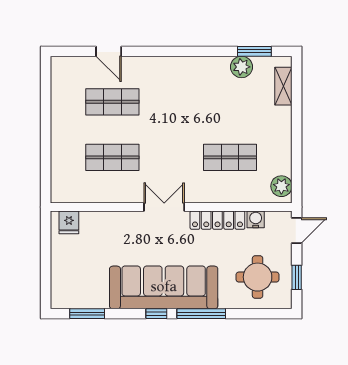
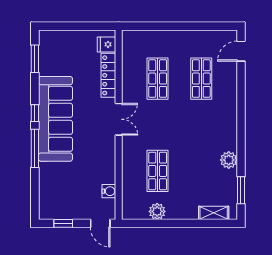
door: (109, 51) -> (241, 51), moved
plant: (242, 67) -> (229, 160), moved
plant: (281, 186) -> (157, 211), moved
locker: (217, 220) -> (108, 75), moved
round table: (258, 277) -> (64, 193), removed

